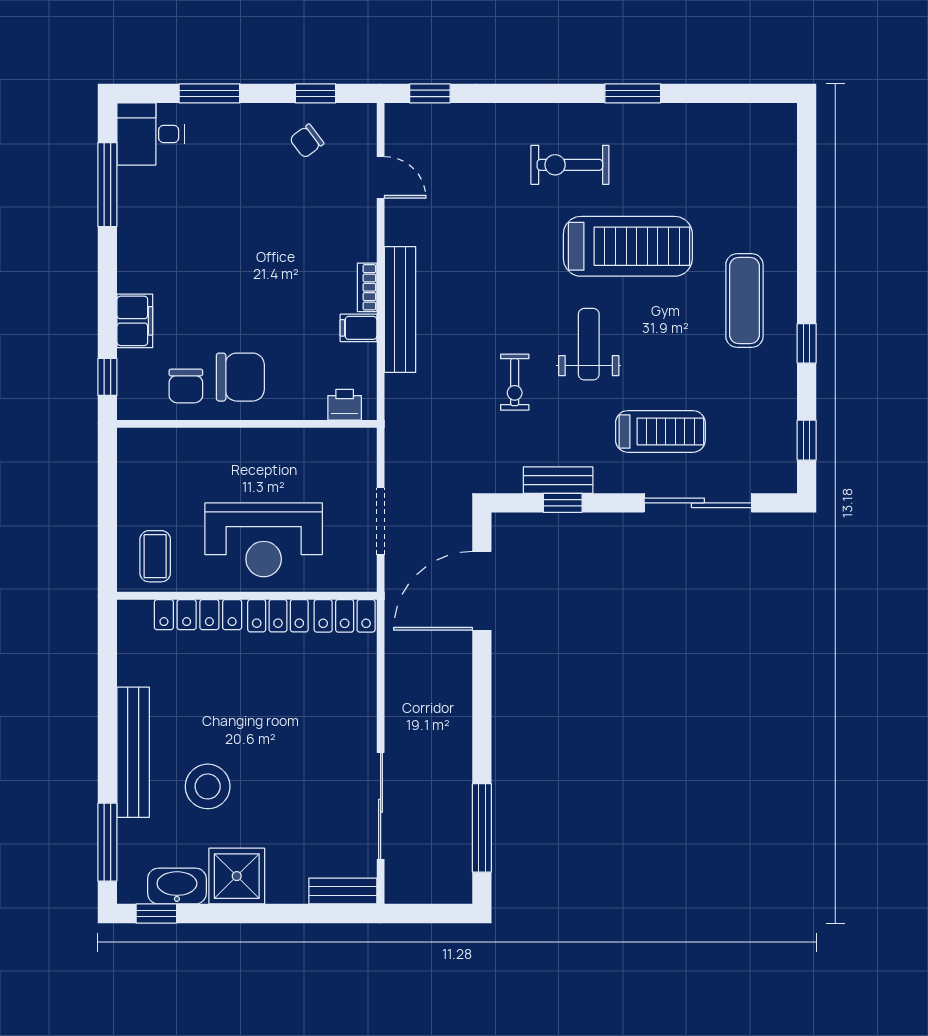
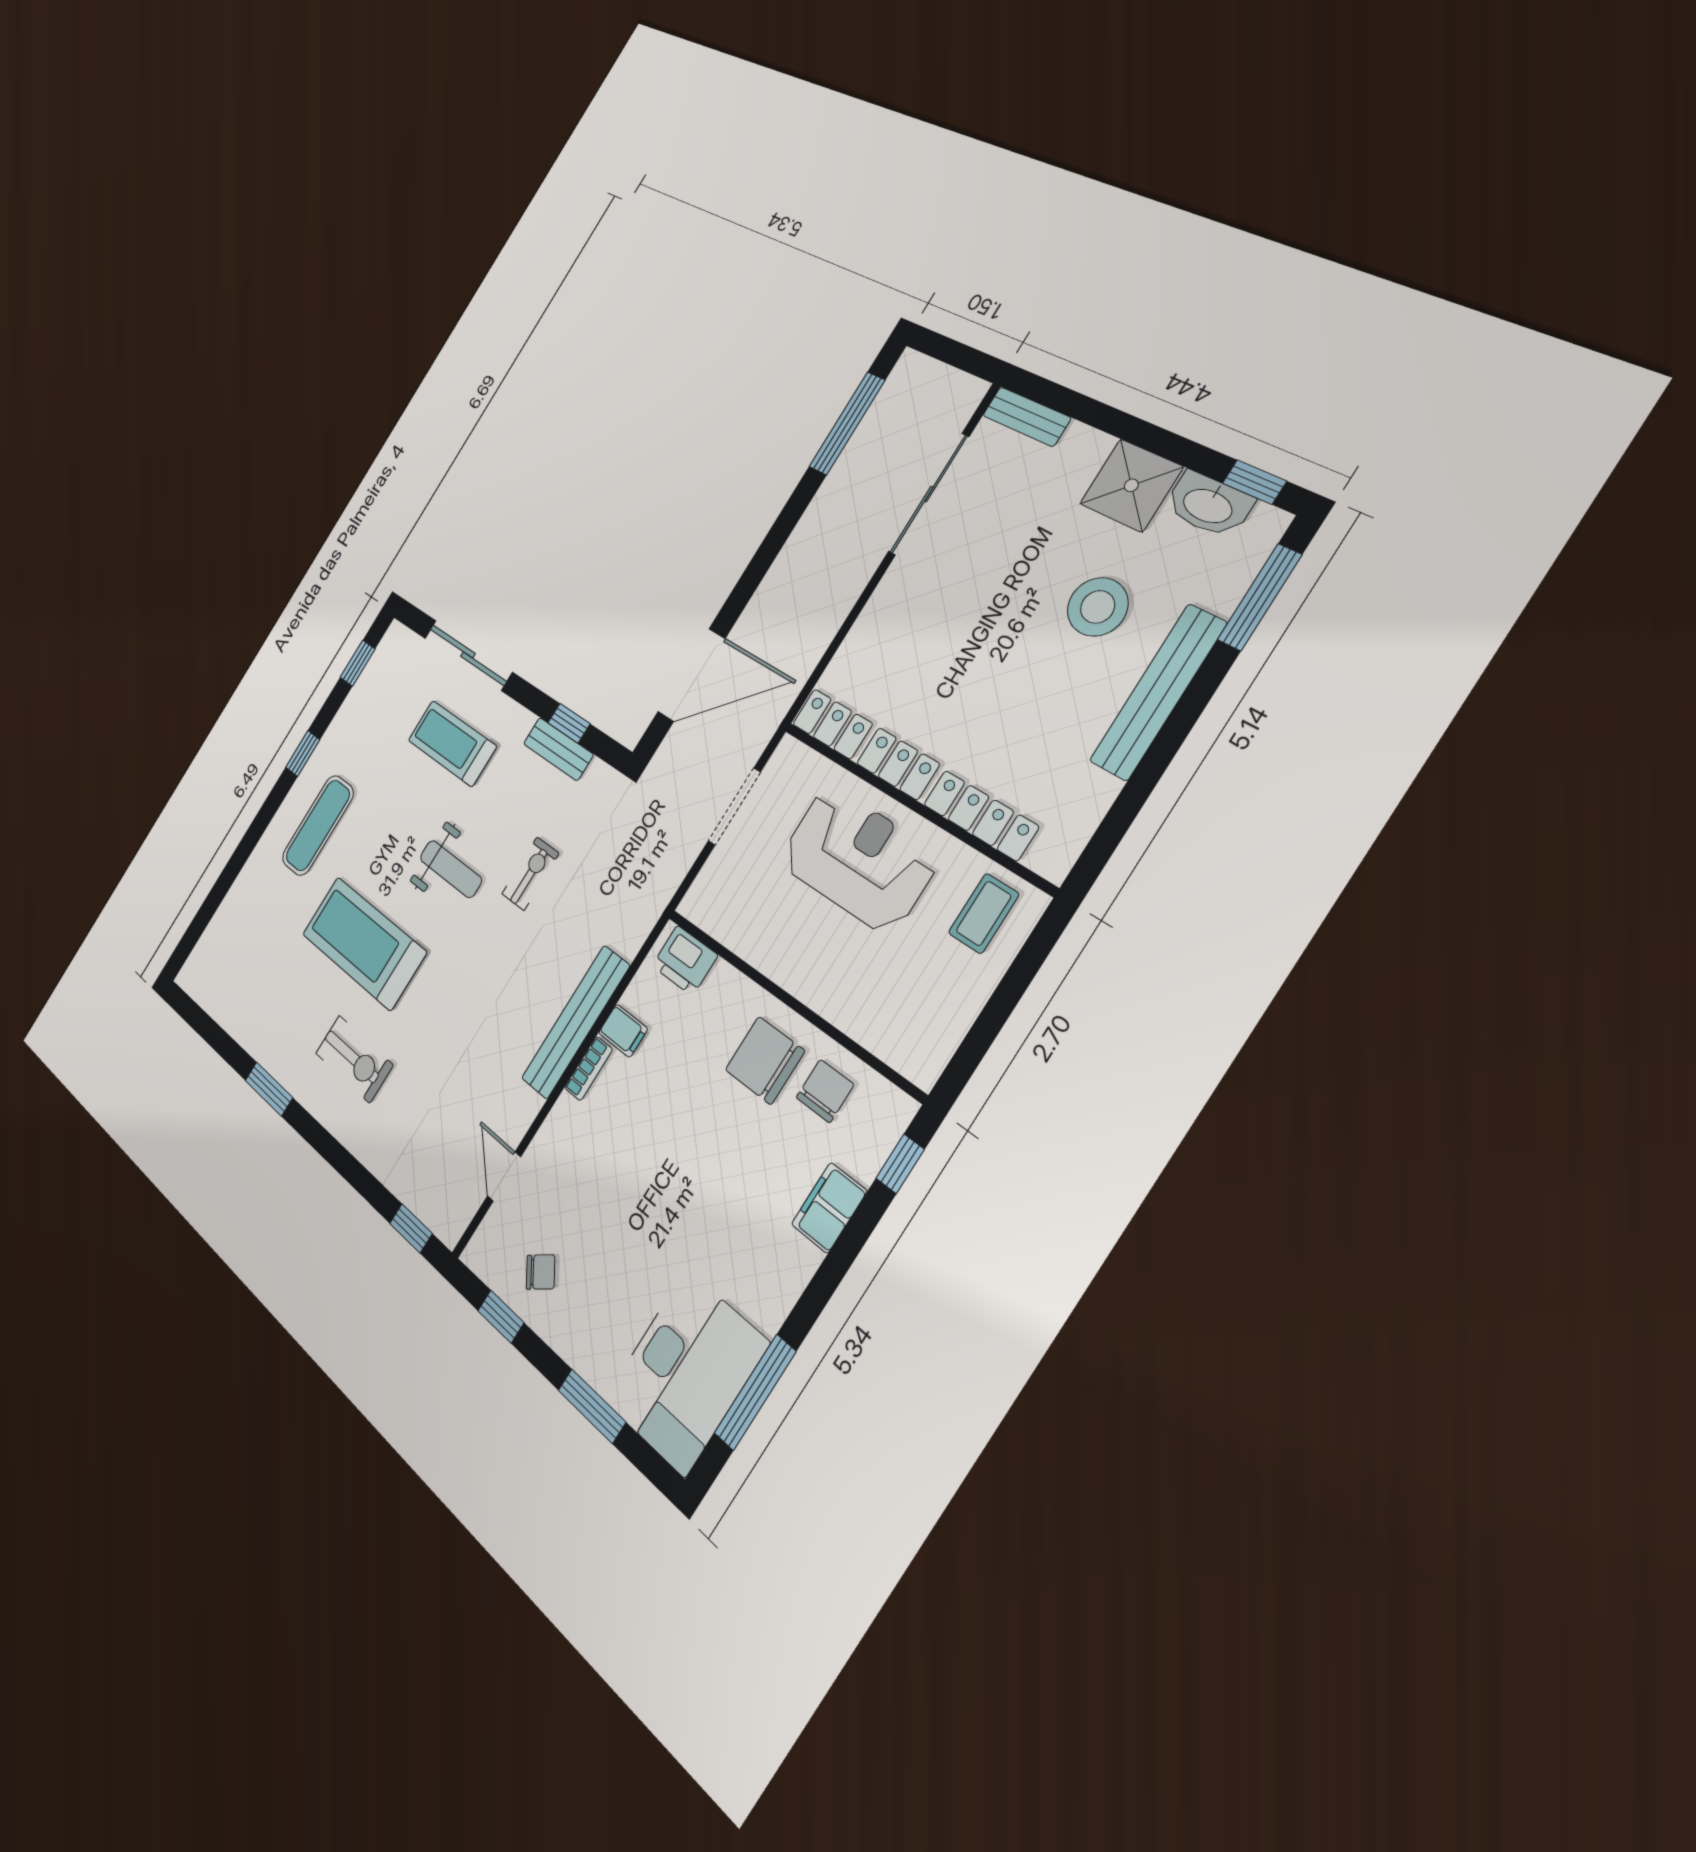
desk: (151, 134) -> (686, 1372), width x1.87, depth x1.30
weight bench: (589, 344) -> (451, 869), turned -90
printer: (345, 405) -> (685, 961), width x1.36, depth x1.24

